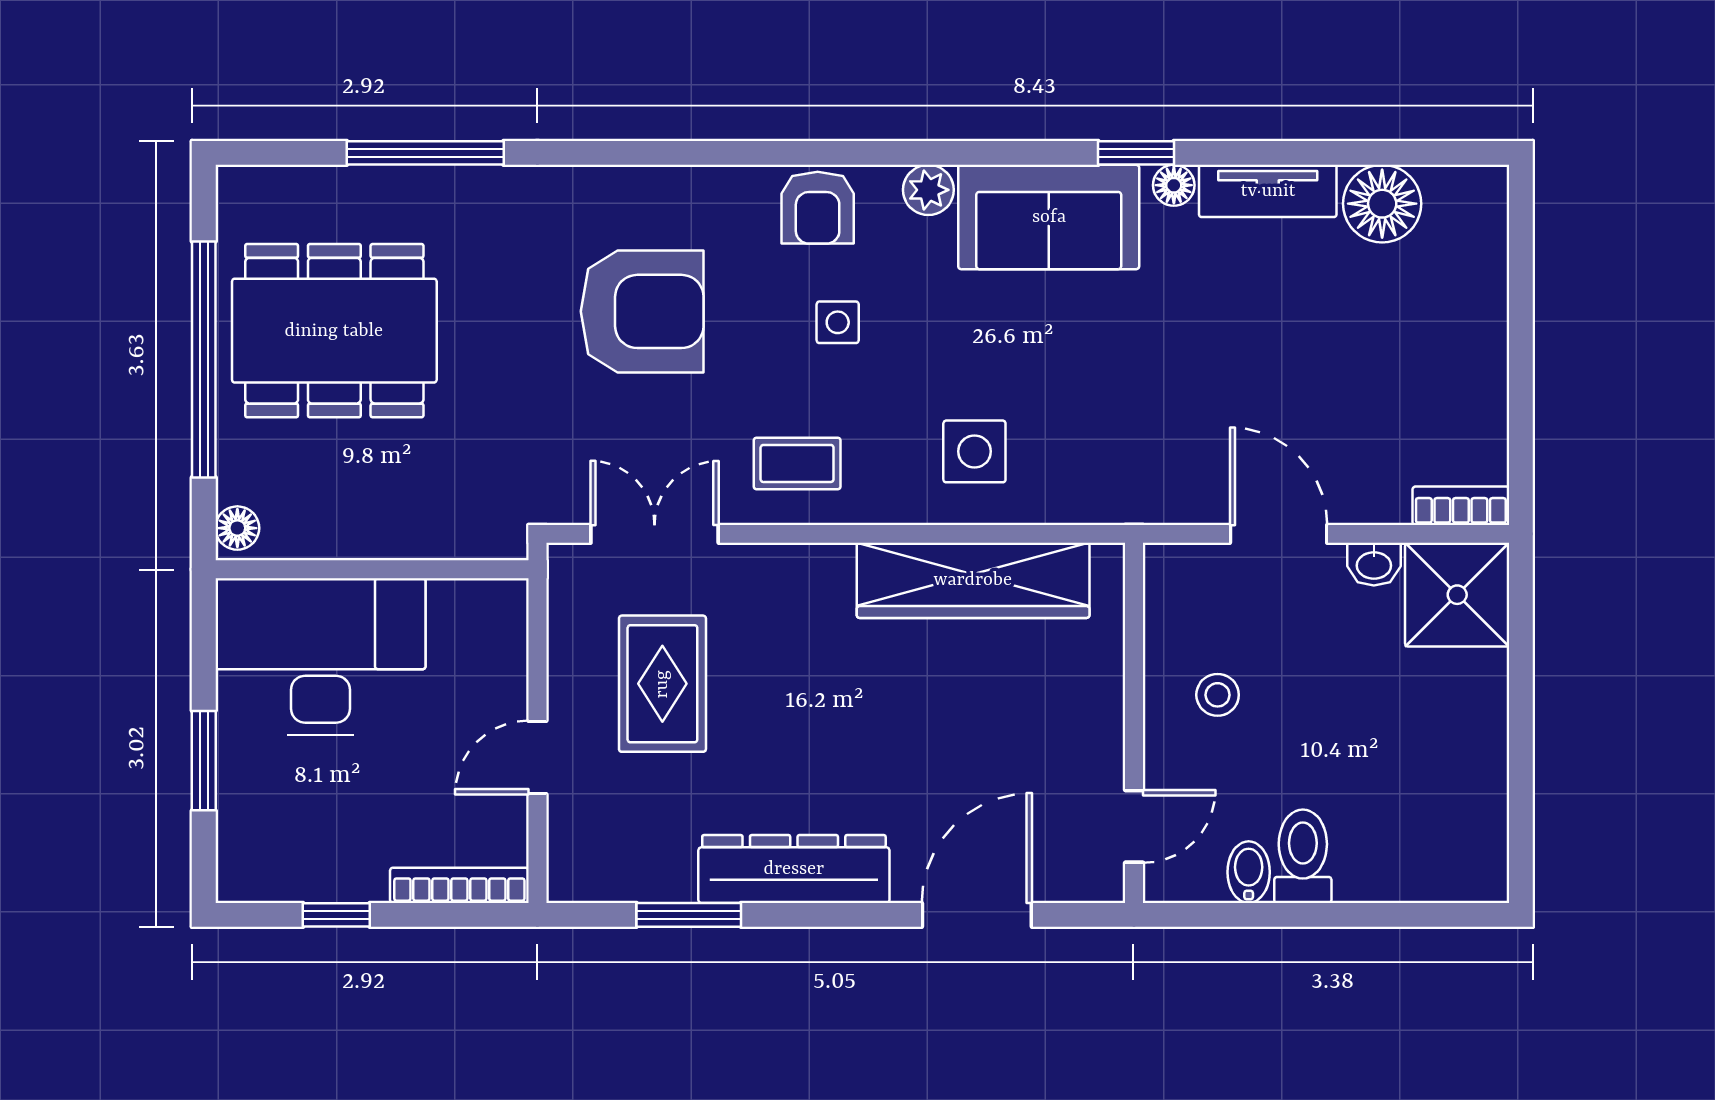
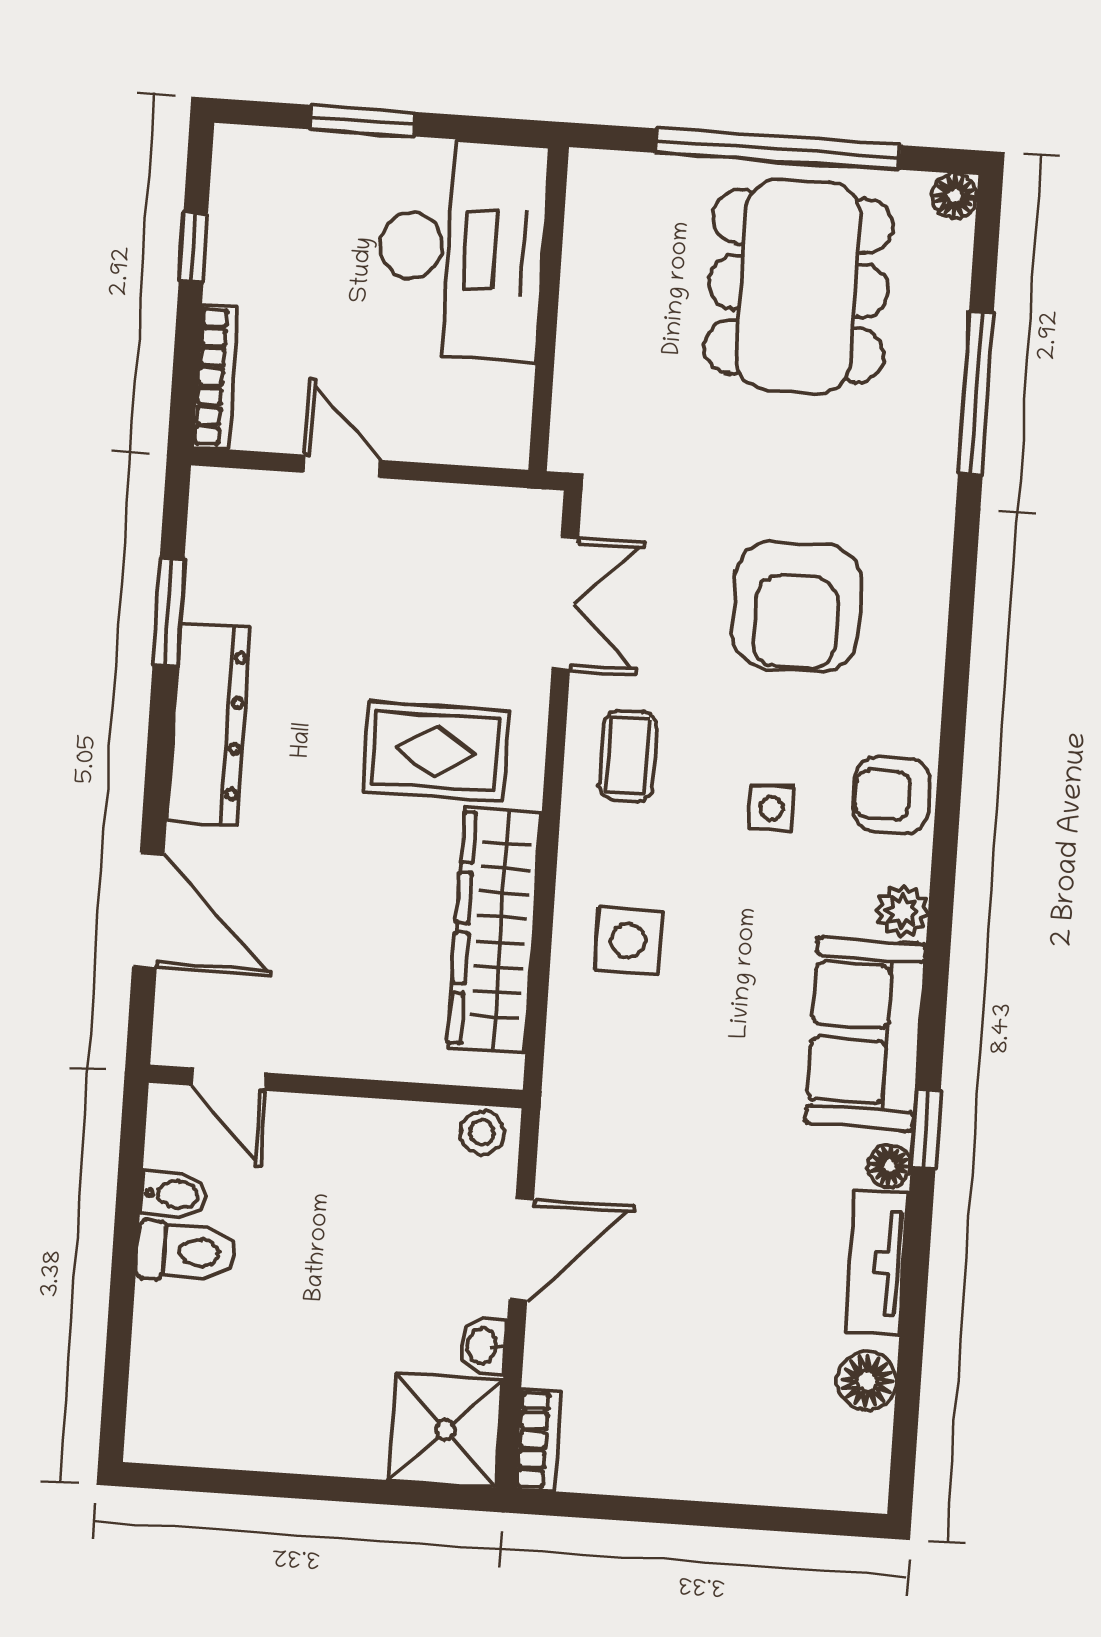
floor lamp: (1382, 204) -> (867, 1381), width x0.73, depth x0.73
floor lamp: (237, 528) -> (954, 196), moved
rug: (662, 684) -> (436, 751), moved
stool: (1218, 695) -> (482, 1133), moved

